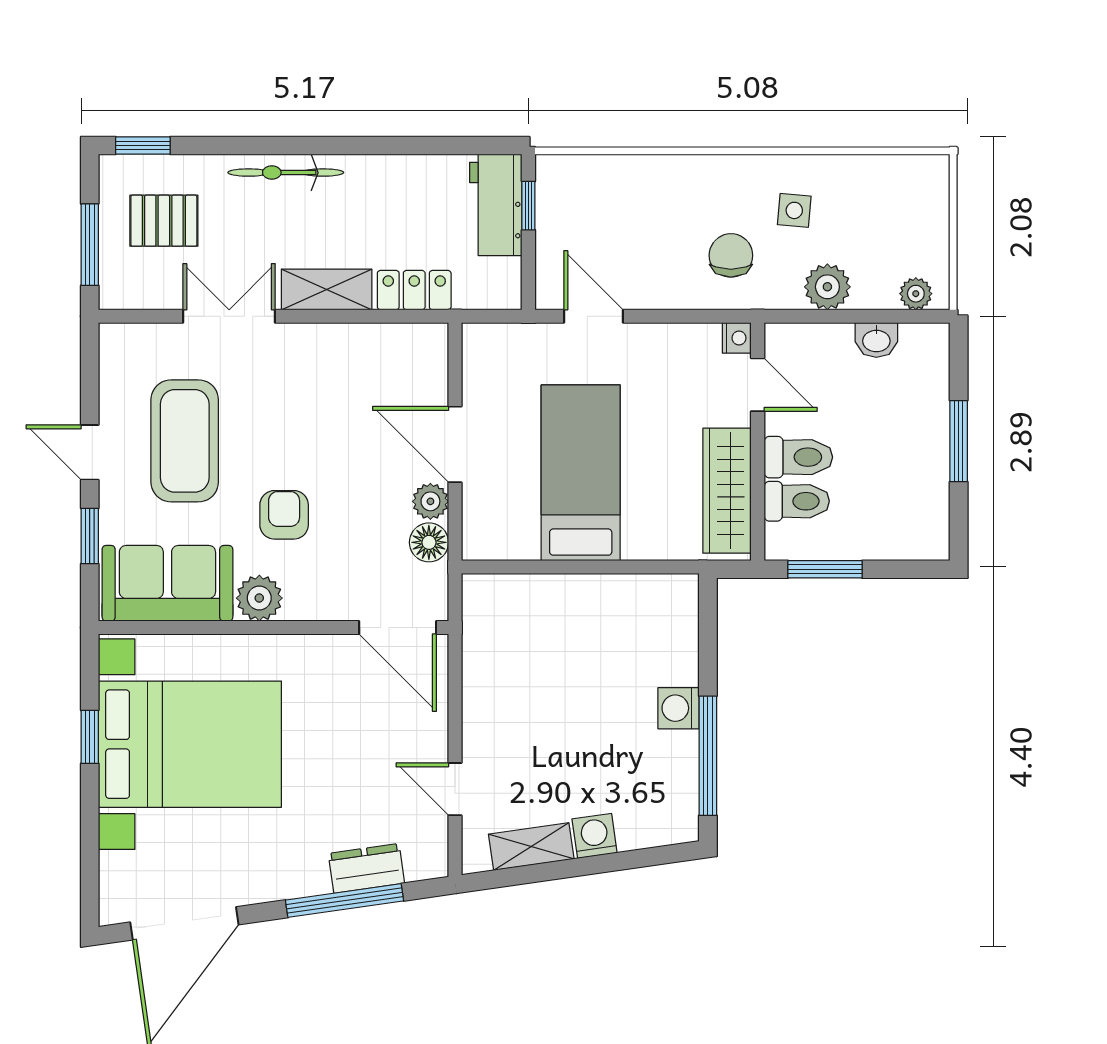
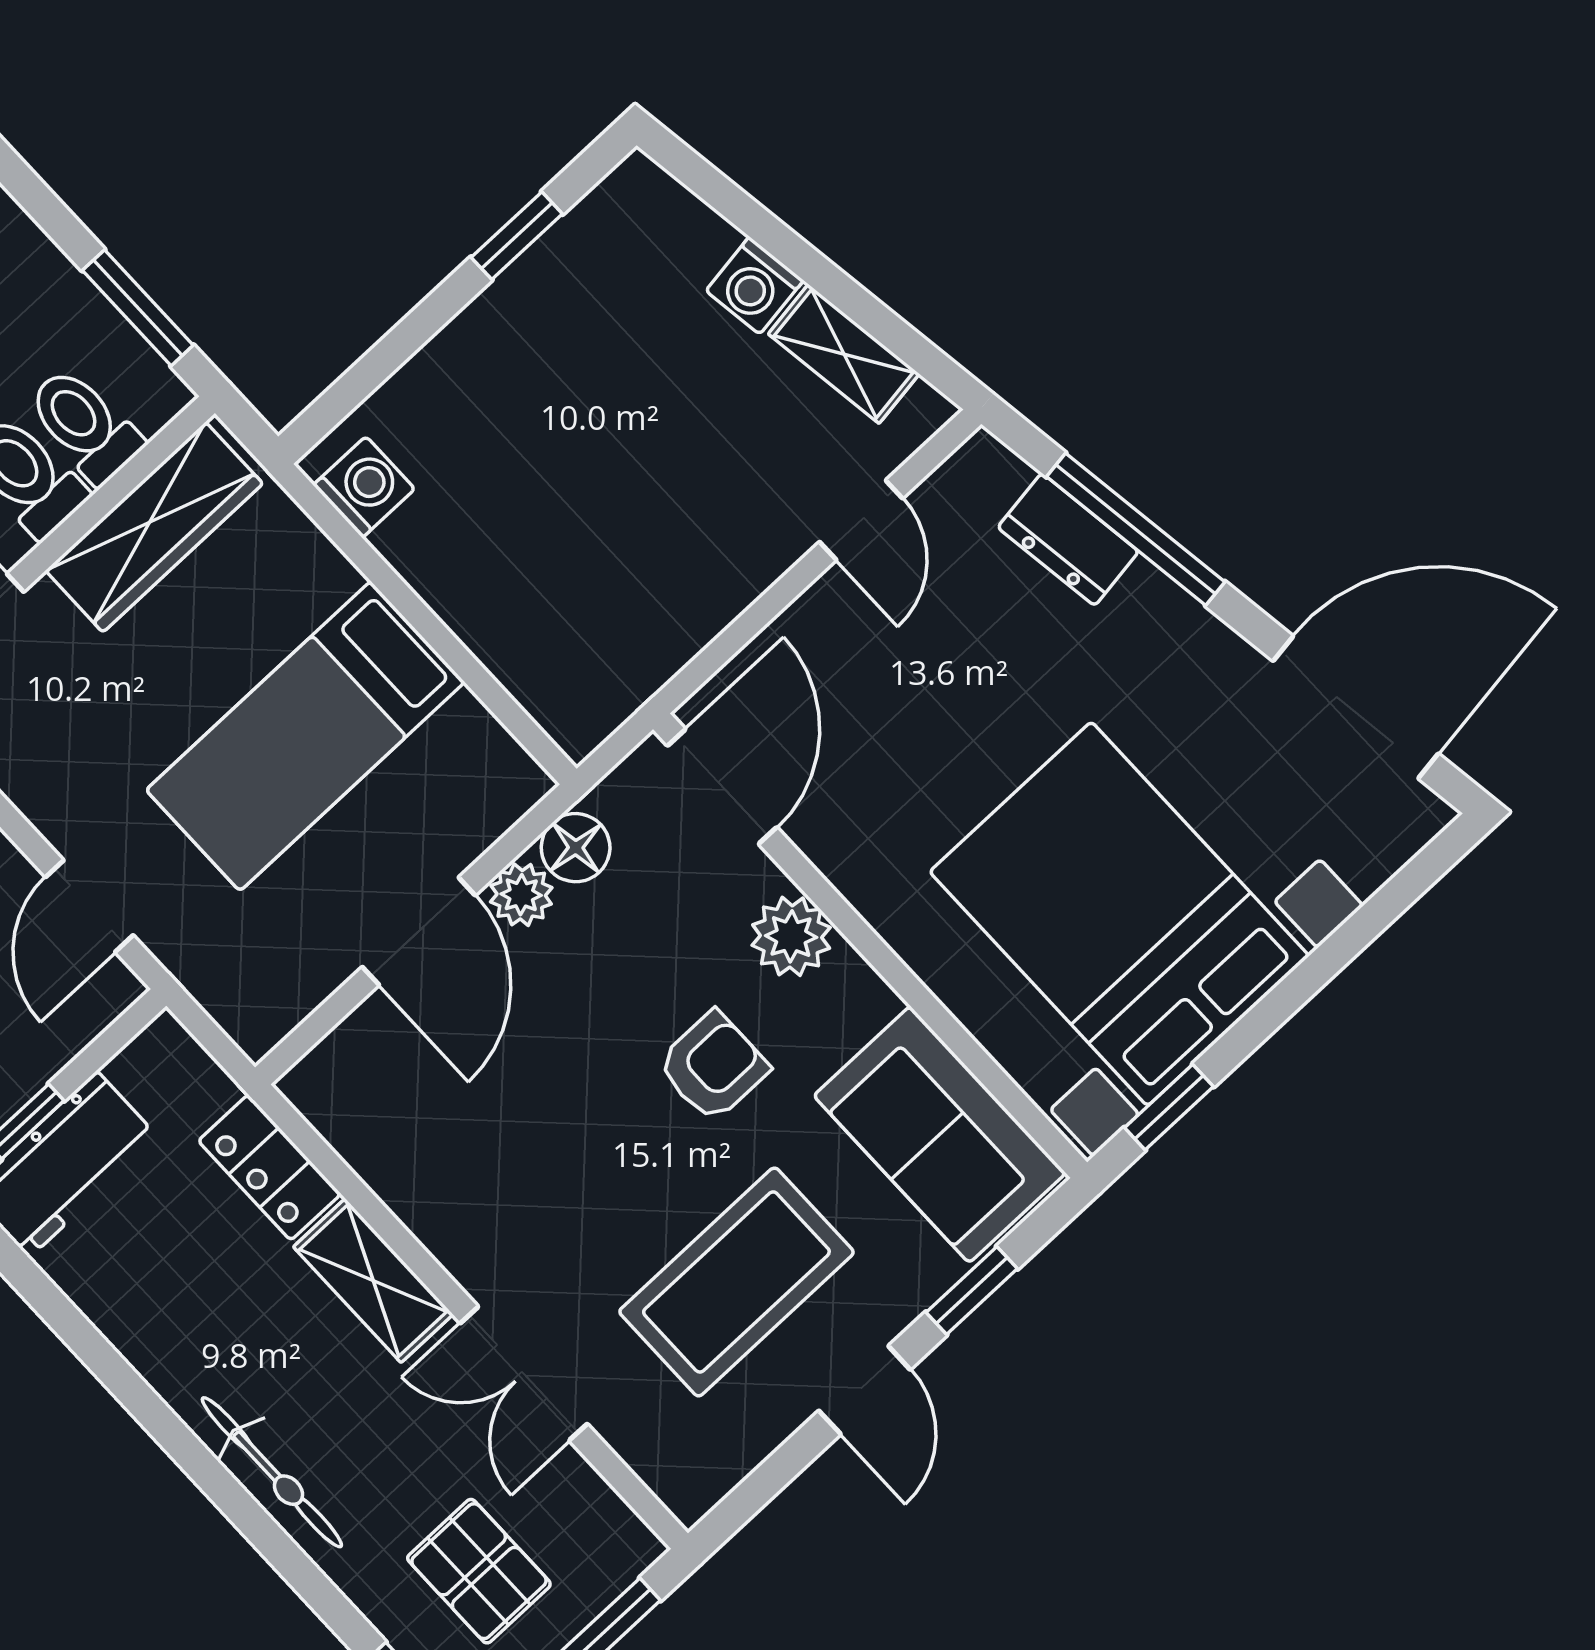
armchair: (284, 515) -> (713, 1066), turned 180
plant: (259, 598) -> (791, 936), moved
washing machine: (679, 708) -> (364, 487), moved, turned -90
window: (90, 737) -> (1169, 1107), moved
window: (708, 756) -> (517, 236), width x0.46

